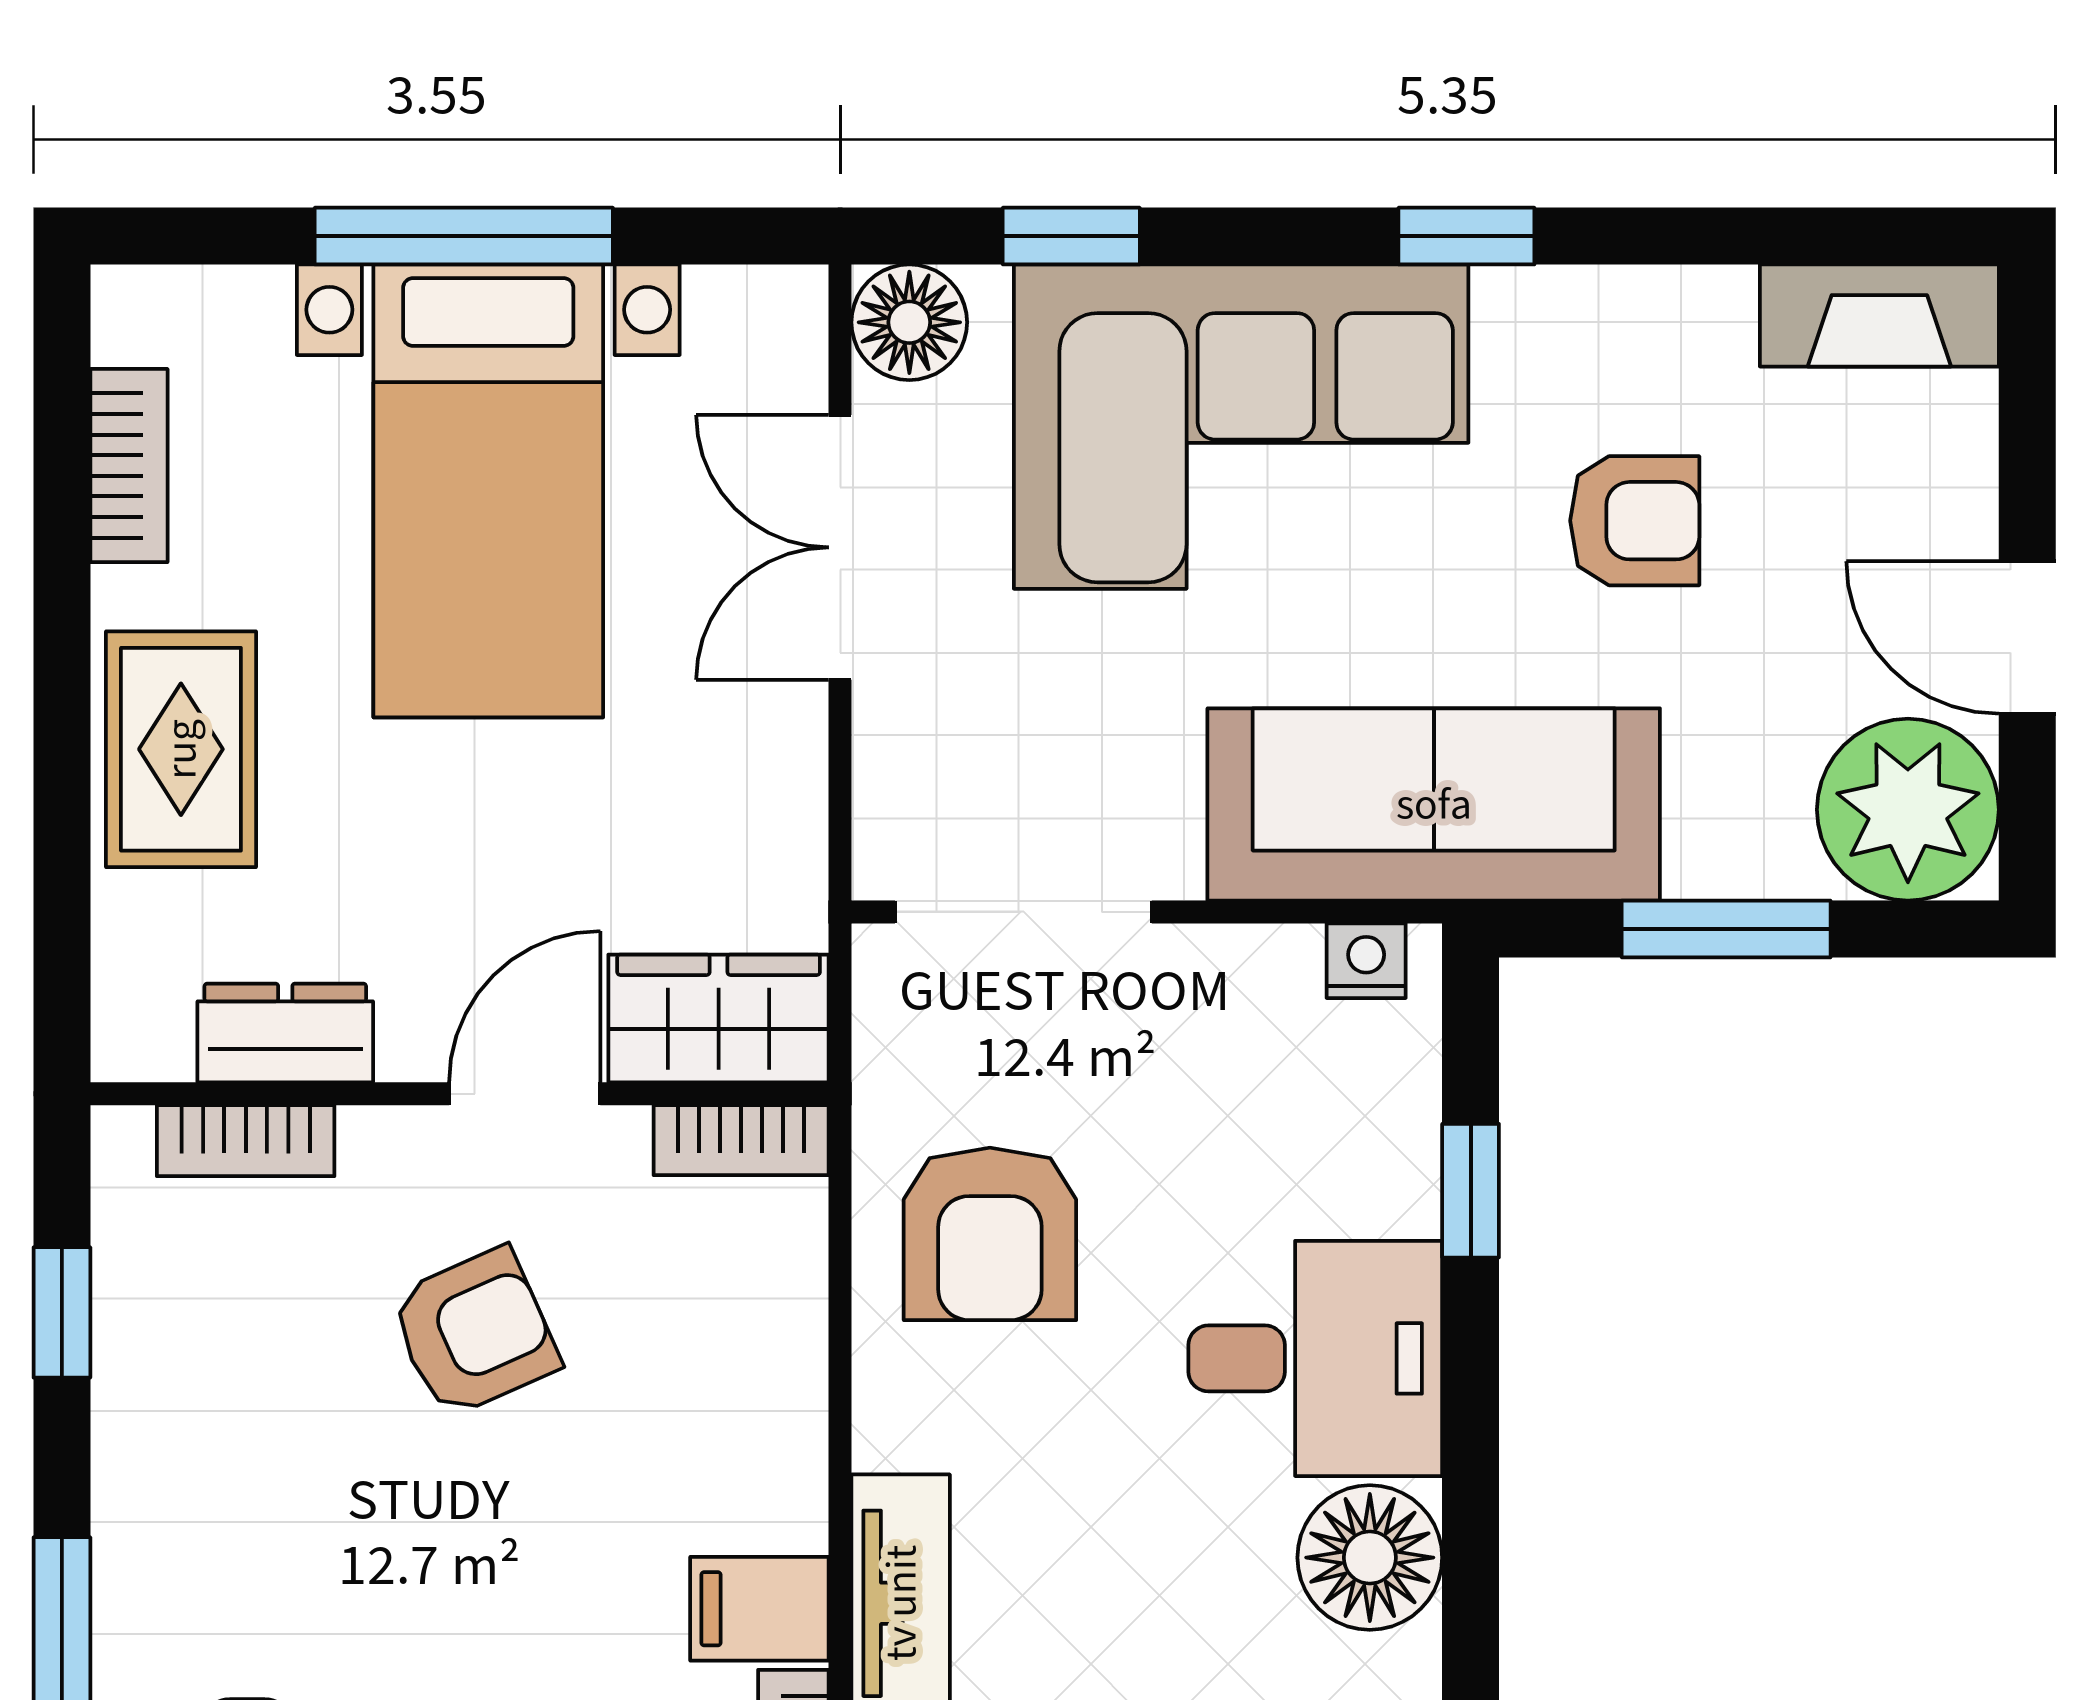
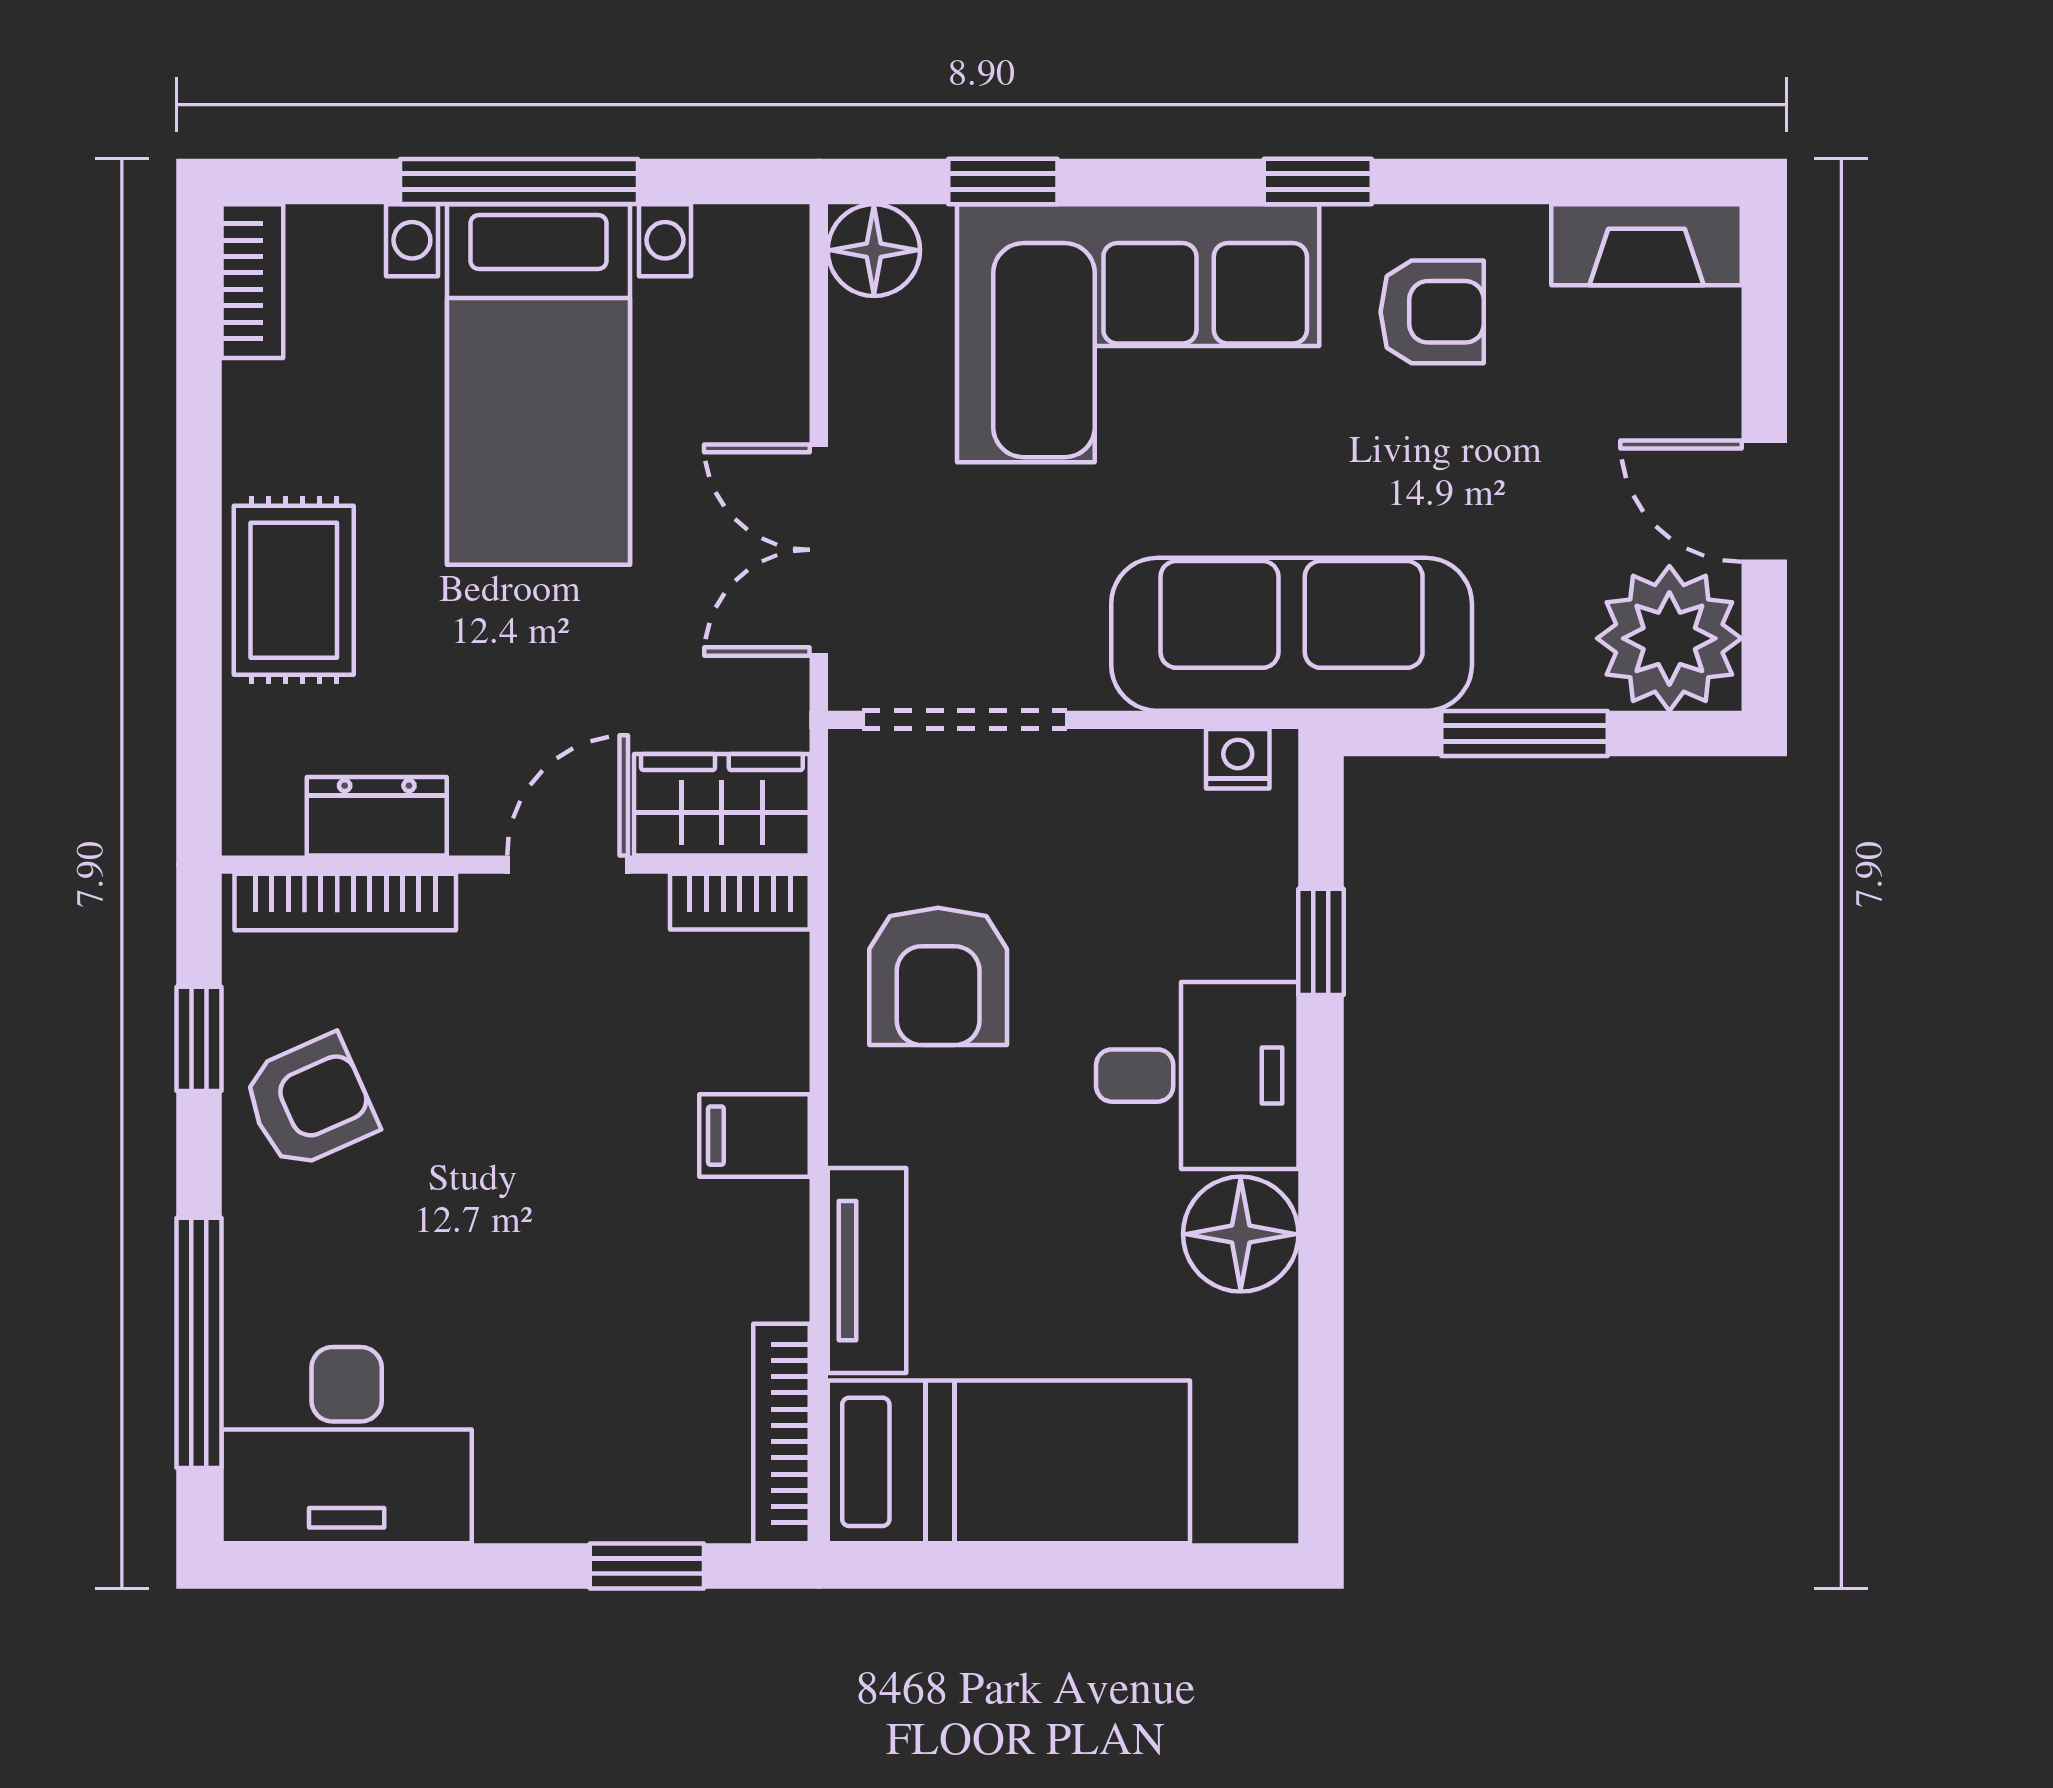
bookcase: (129, 466) -> (252, 281), moved
armchair: (1635, 521) -> (1432, 312), moved
double door: (840, 547) -> (819, 550), moved
bookcase: (246, 1141) -> (345, 902), width x1.56
armchair: (474, 1332) -> (309, 1102), moved
filing cabinet: (759, 1609) -> (755, 1136), moved

